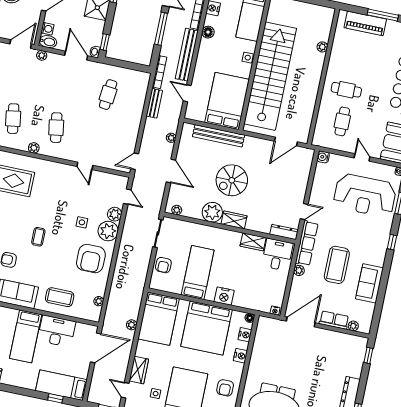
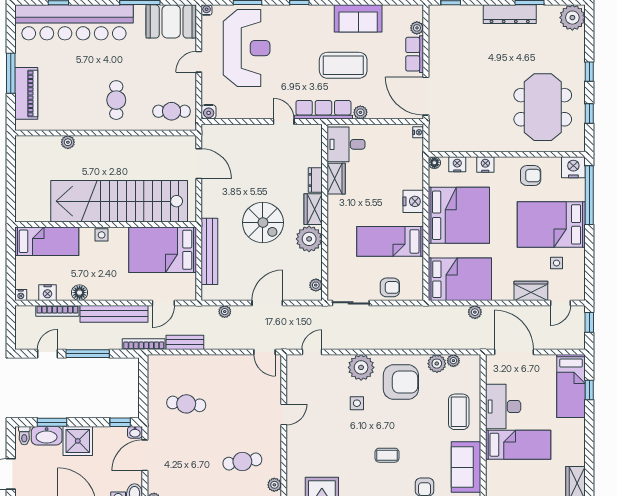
cafe table: (342, 121) -> (172, 111), moved
plant: (115, 214) -> (437, 364), moved
dresser: (284, 232) -> (315, 180), moved, width x0.70

